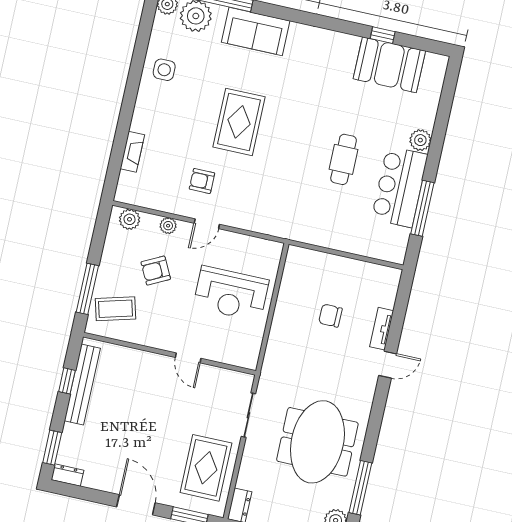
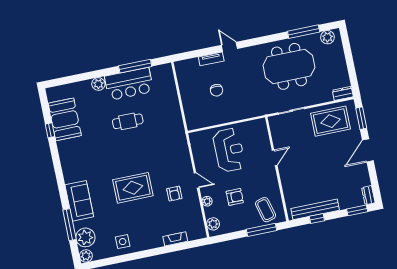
armchair: (156, 271) -> (235, 197), turned -63

